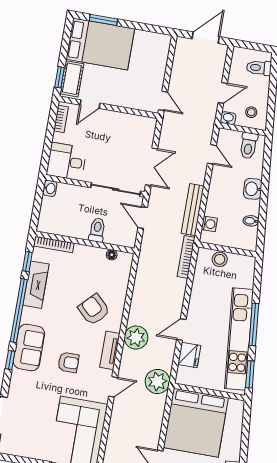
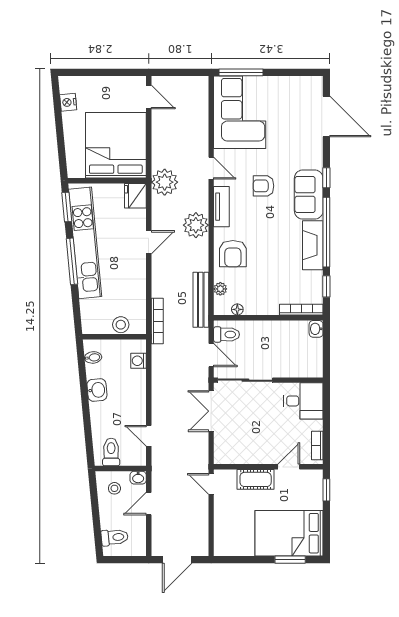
cot: (72, 79) -> (256, 479), moved, turned 90
washbasin: (50, 188) -> (316, 329), moved
washbasin: (253, 189) -> (97, 390), moved
bench: (193, 210) -> (201, 300), moved
bidet: (251, 221) -> (93, 357), moved
toilet: (97, 230) -> (227, 334), moved, turned -90
plant: (124, 276) -> (220, 289), added
fireplace: (36, 285) -> (313, 245), moved
armchair: (94, 310) -> (233, 254), moved, turned 46
fridge: (189, 355) -> (135, 196), moved
door: (113, 387) -> (211, 168), swing flipped

